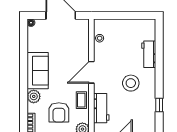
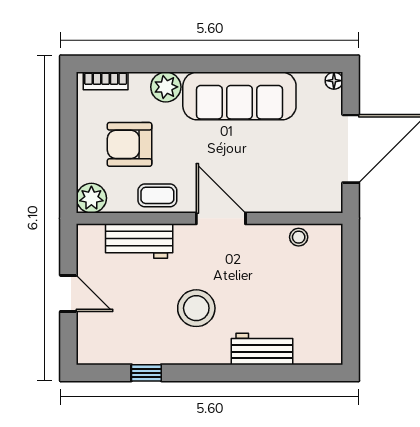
sofa: (38, 71) -> (239, 96), width x1.36

